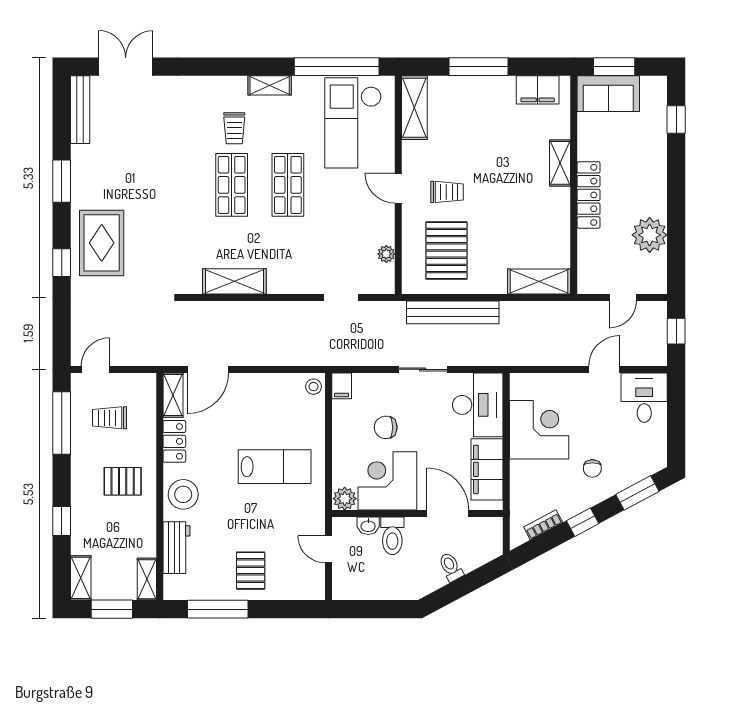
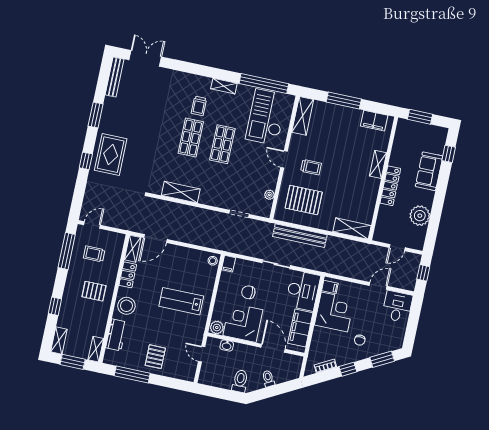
sofa: (608, 94) -> (429, 171), moved, turned 90
pallet: (446, 250) -> (304, 200), turned 90
filing cabinet: (522, 389) -> (330, 287), added
lab bench: (275, 467) -> (181, 301), turned 180
toilet: (392, 536) -> (240, 381), moved, turned 180

